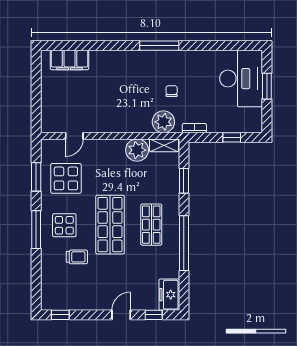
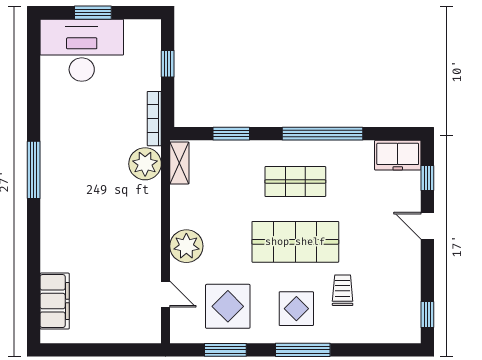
chair: (172, 91) -> (100, 152), removed
bookcase: (194, 128) -> (154, 119), width x1.56
plant: (137, 150) -> (186, 246), moved

